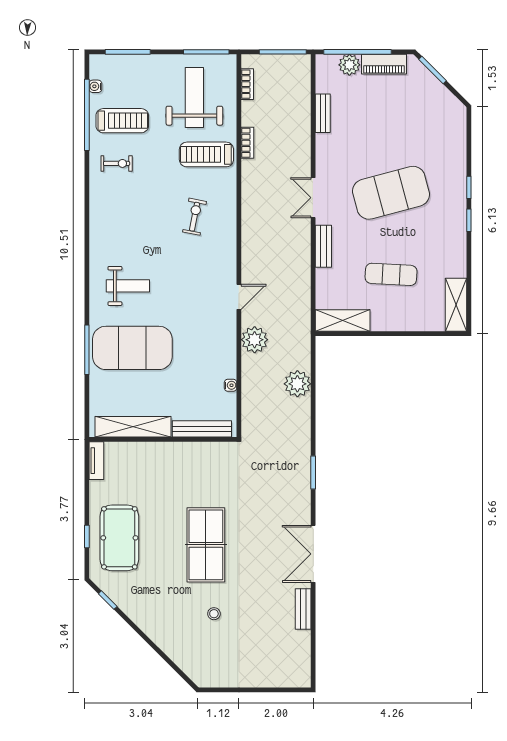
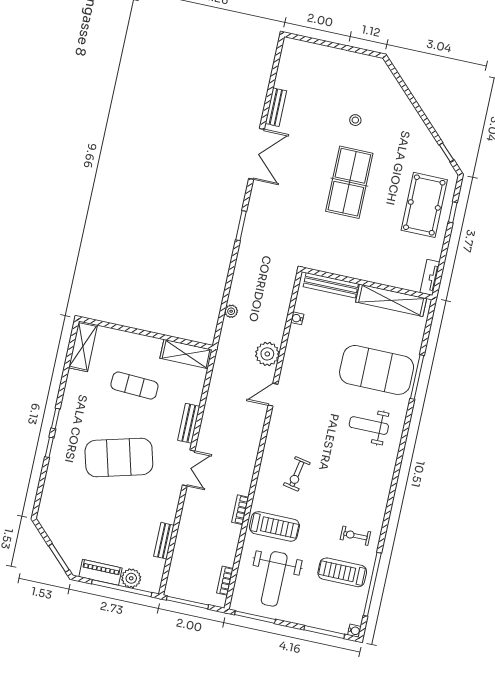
water cooler: (95, 86) -> (354, 631), moved
bookcase: (247, 143) -> (240, 510), moved
plant: (297, 384) -> (231, 311), width x0.53, depth x0.53

